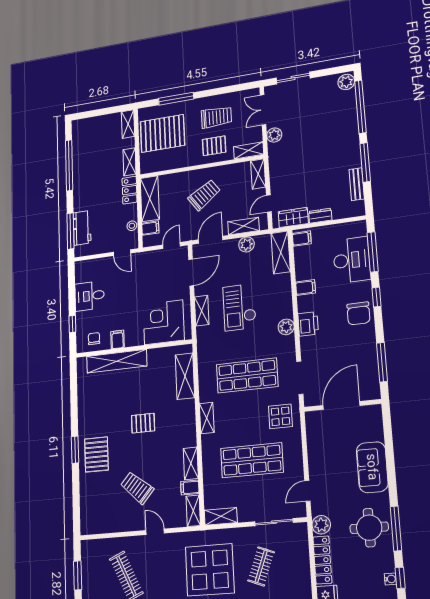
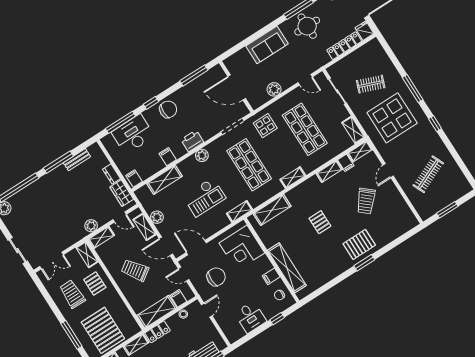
plant: (274, 135) -> (91, 226), moved
shelving: (281, 252) -> (164, 180), moved
chair: (150, 279) -> (216, 277), added
shelving: (202, 311) -> (239, 211), moved
plant: (321, 525) -> (274, 89), moved

